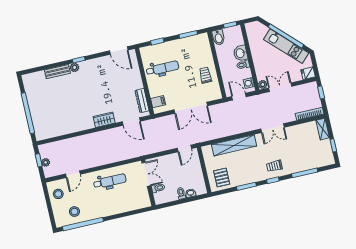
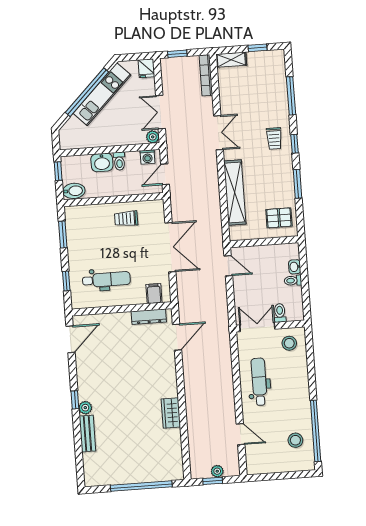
dental chair: (162, 68) -> (106, 280), turned 90
wardrobe: (104, 120) -> (171, 413), moved
stool: (58, 194) -> (289, 343), moved

